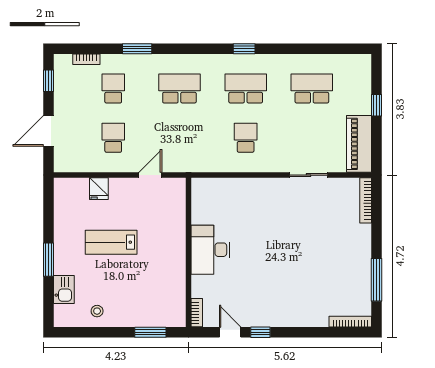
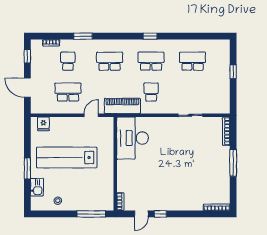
door: (49, 131) -> (27, 88), hinge flipped
school desk: (113, 138) -> (68, 92), width x1.85
piano: (359, 144) -> (122, 106), moved, turned 90
fridge: (99, 189) -> (43, 124), moved
lab bench: (111, 242) -> (67, 157), width x1.86, depth x1.39
desk: (210, 250) -> (133, 138), moved, width x1.36, depth x1.30
window: (377, 280) -> (233, 163), moved
window: (150, 332) -> (91, 214), width x1.44
door: (230, 332) -> (141, 214), swing flipped

